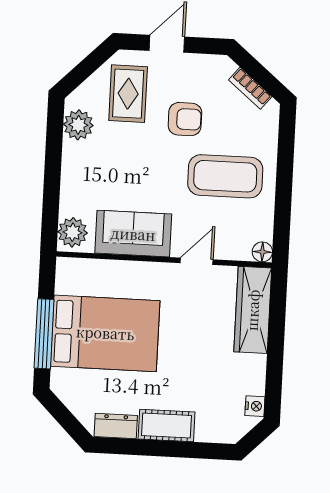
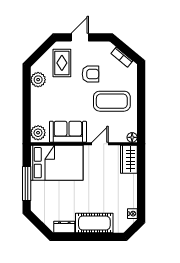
wardrobe: (253, 310) -> (129, 159), width x0.67
bed: (105, 333) -> (57, 163), moved
cot: (167, 426) -> (94, 223), width x1.37, depth x1.34

